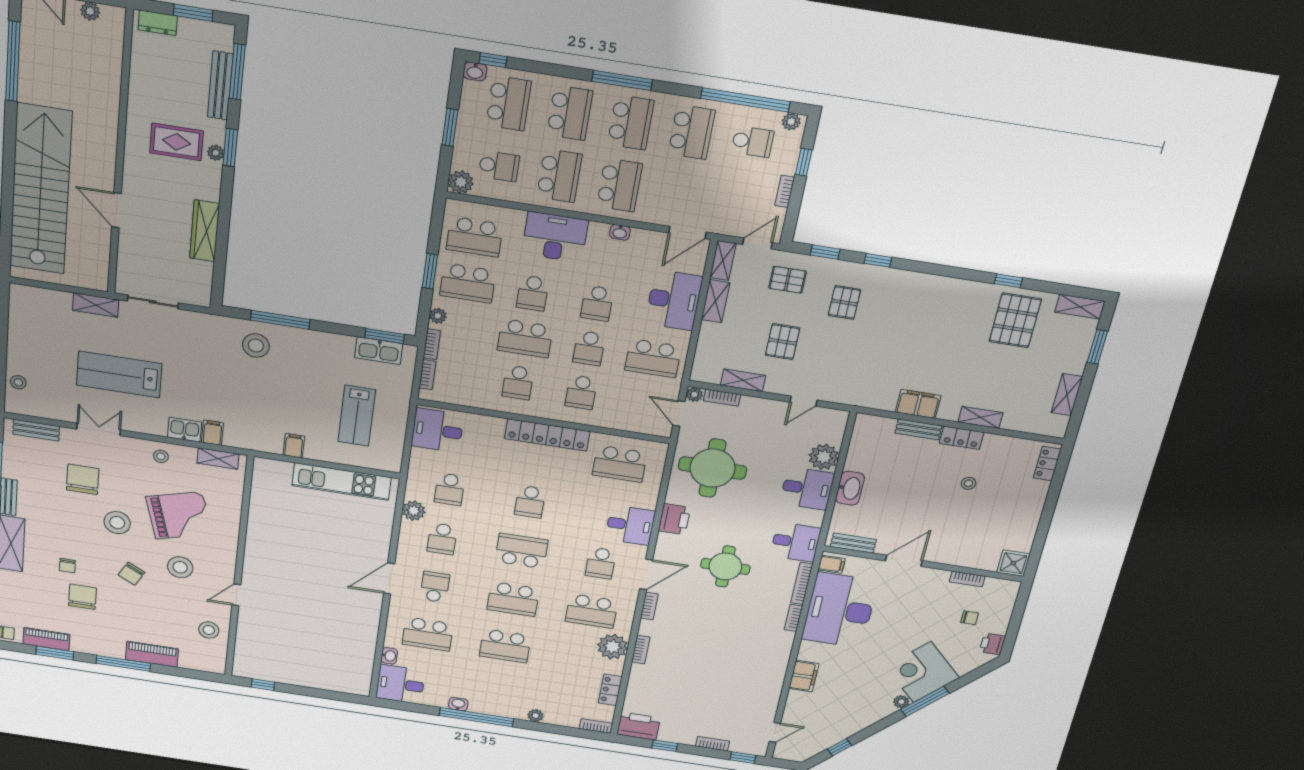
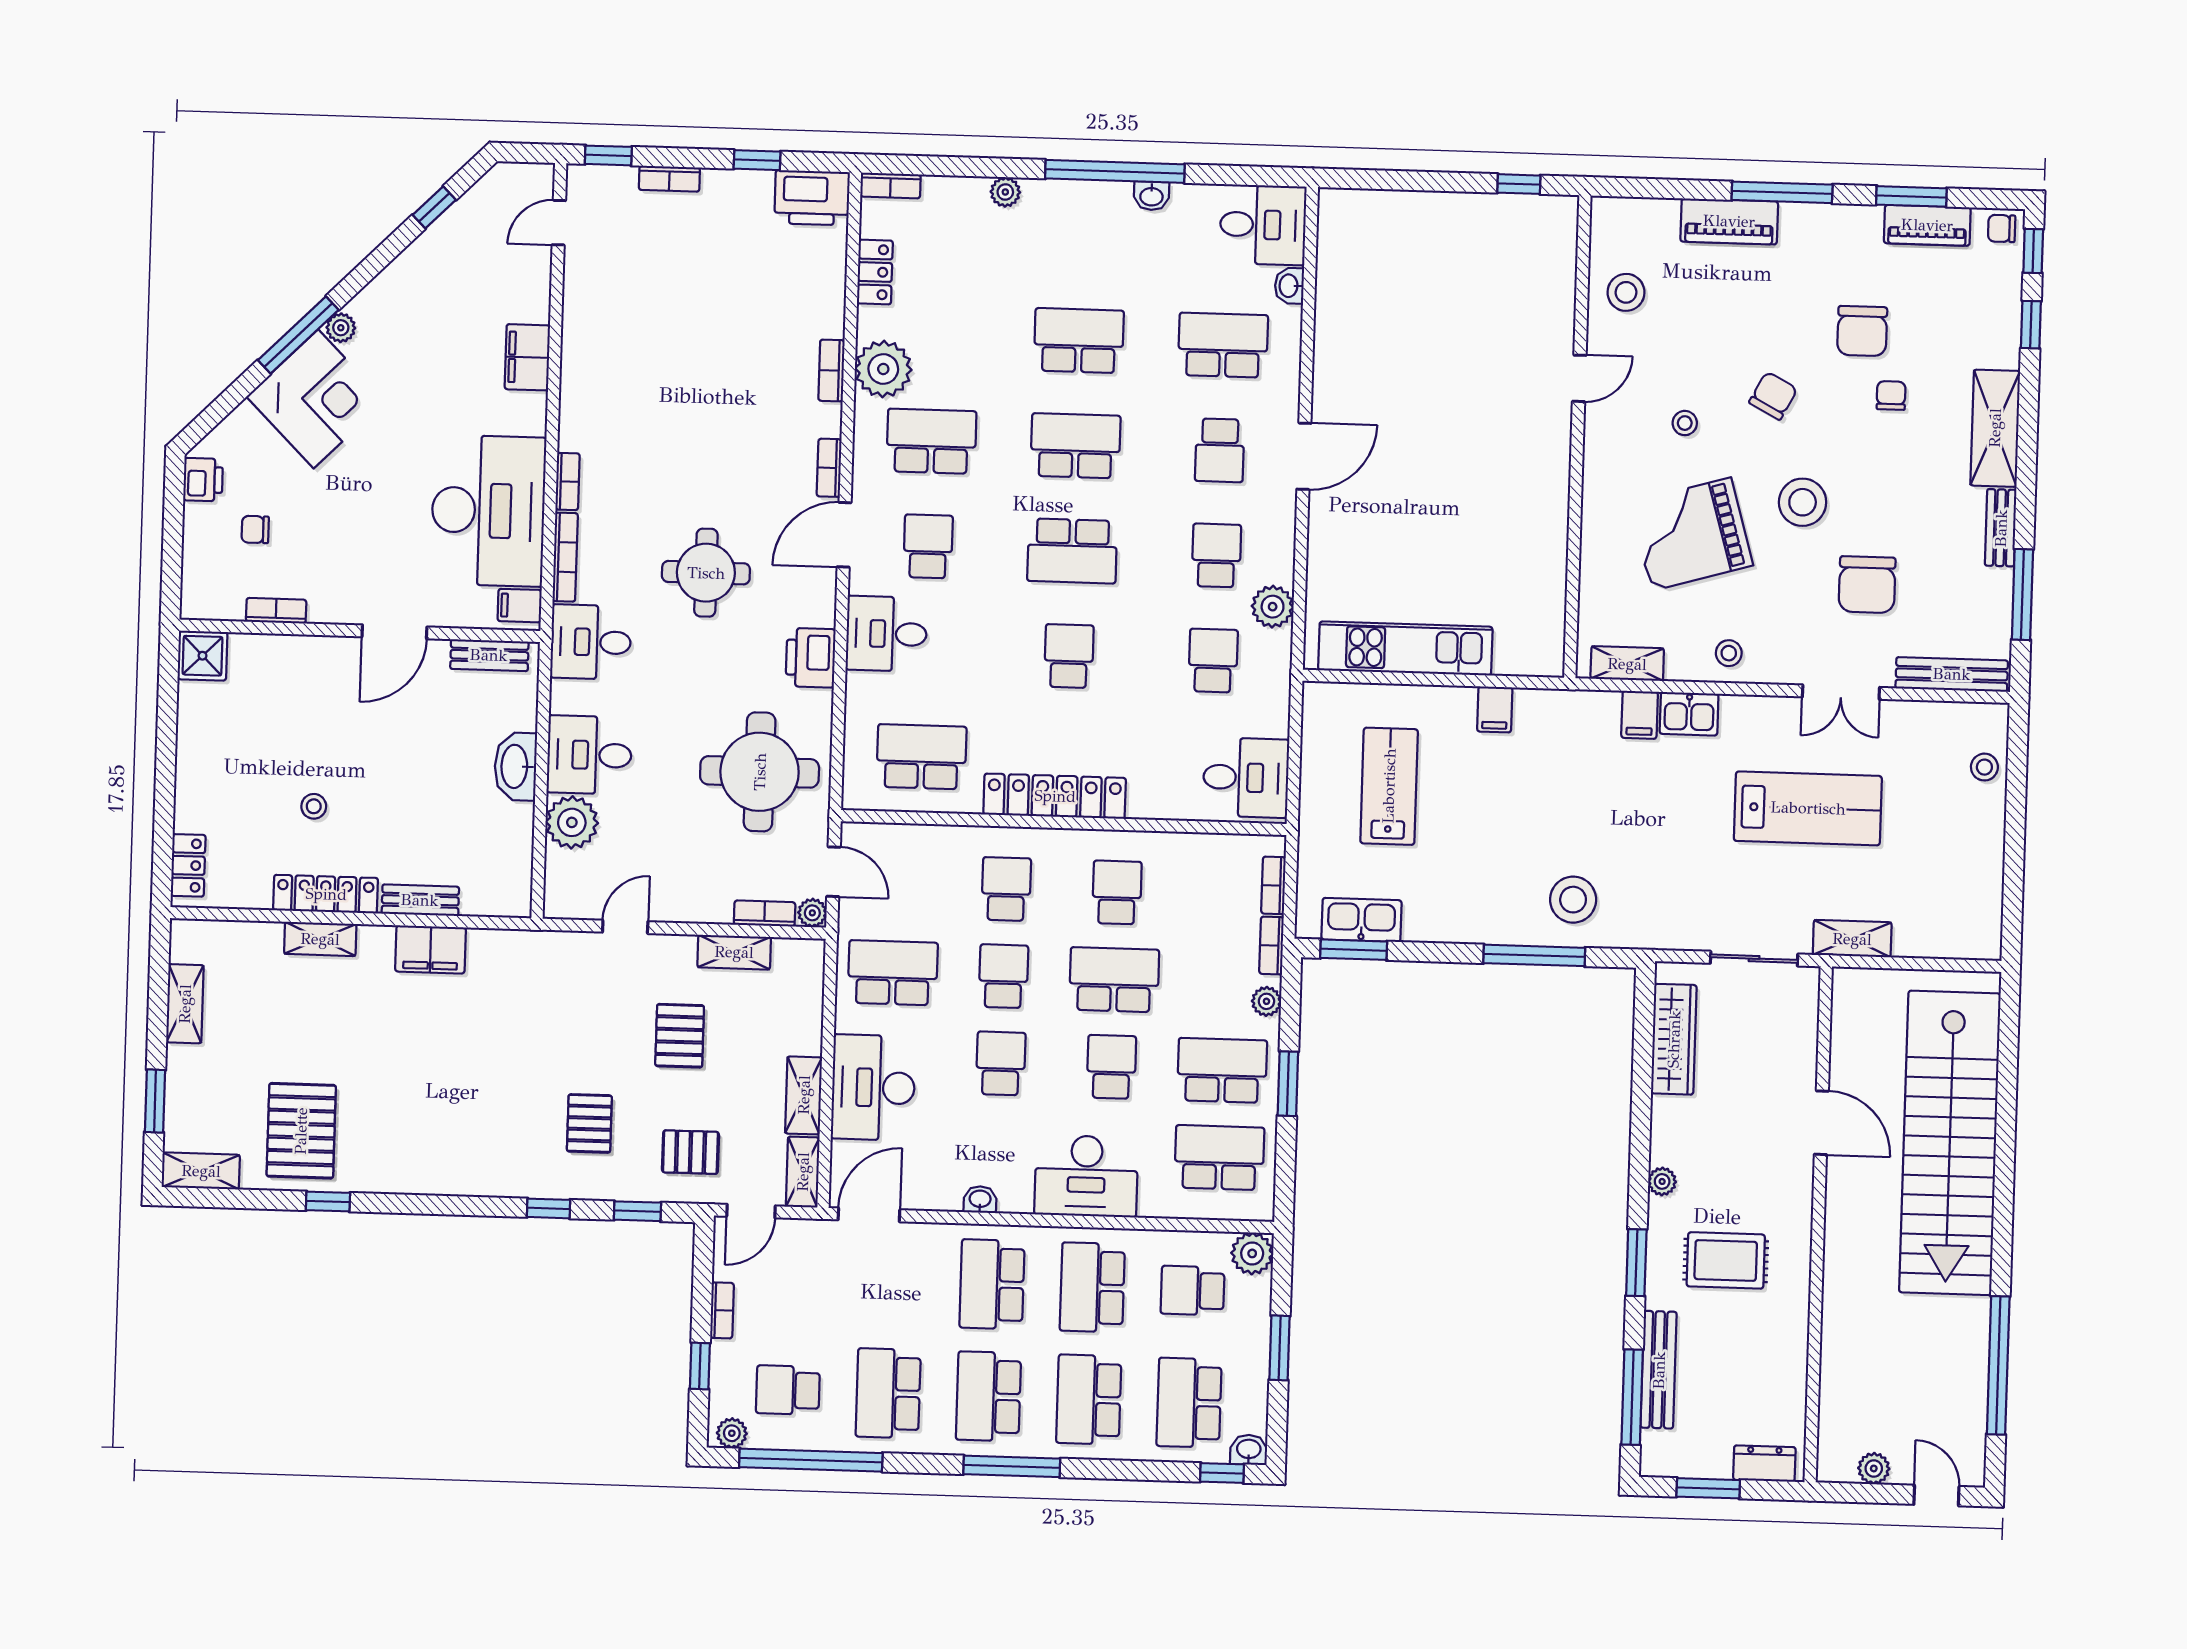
plant: (216, 153) -> (1662, 1181), moved
wardrobe: (205, 231) -> (1674, 1039), moved
bench: (36, 430) -> (1952, 674), width x1.36
locker: (962, 438) -> (326, 894), width x1.53
stool: (180, 567) -> (1685, 423), width x0.53, depth x0.53

